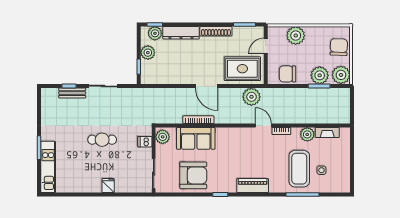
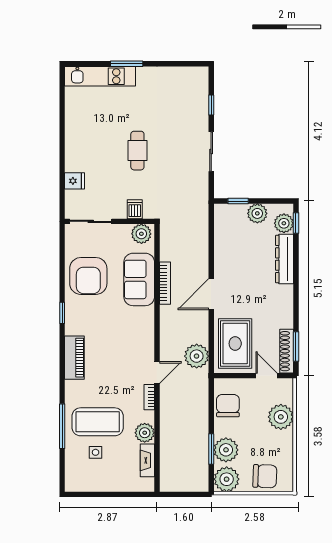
shoe rack: (216, 31) -> (287, 351), moved
bench: (72, 93) -> (202, 109), removed
fridge: (108, 185) -> (74, 181), moved

